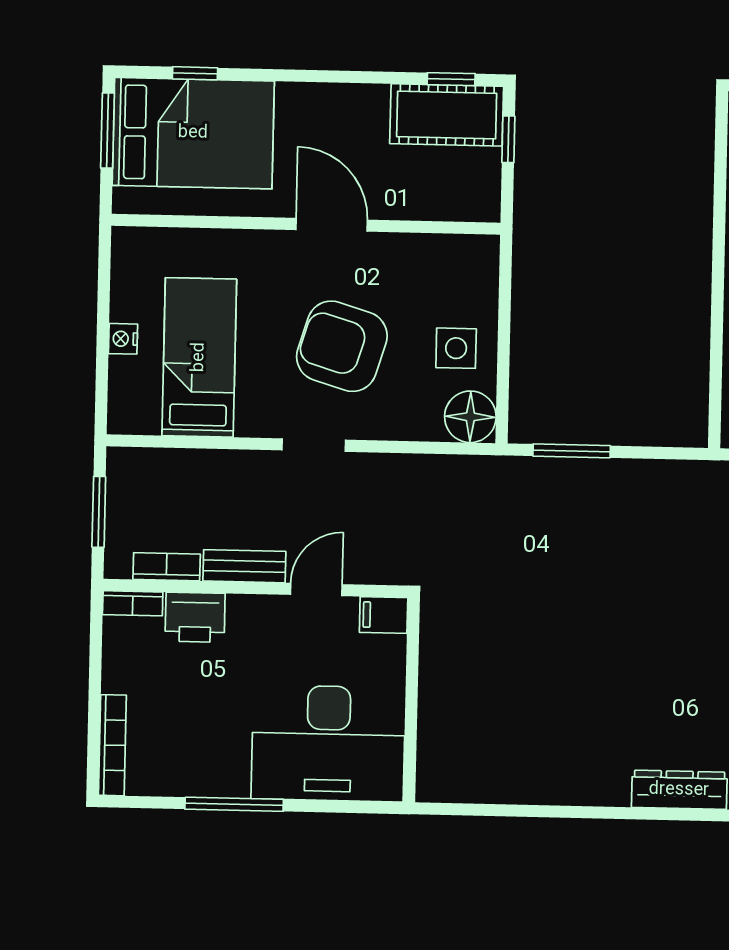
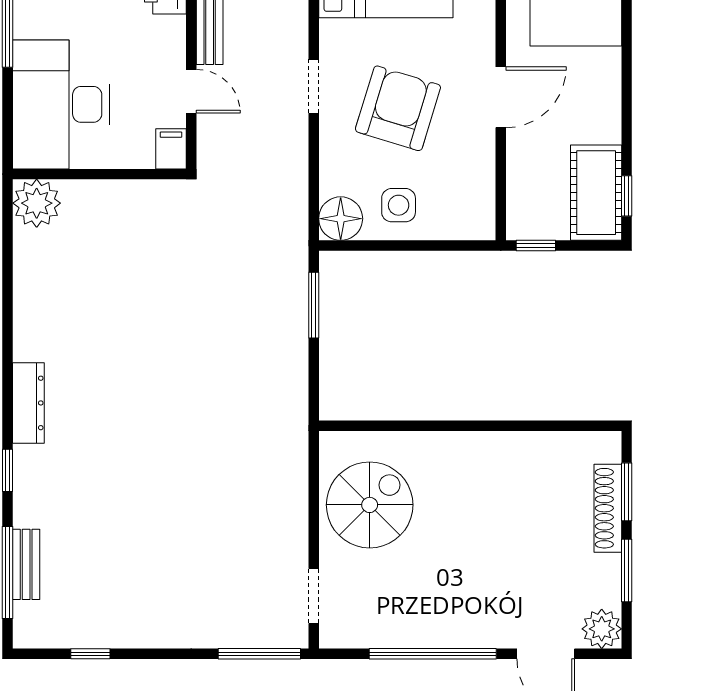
window: (508, 139) -> (536, 246), moved
plant: (444, 775) -> (37, 203), added

